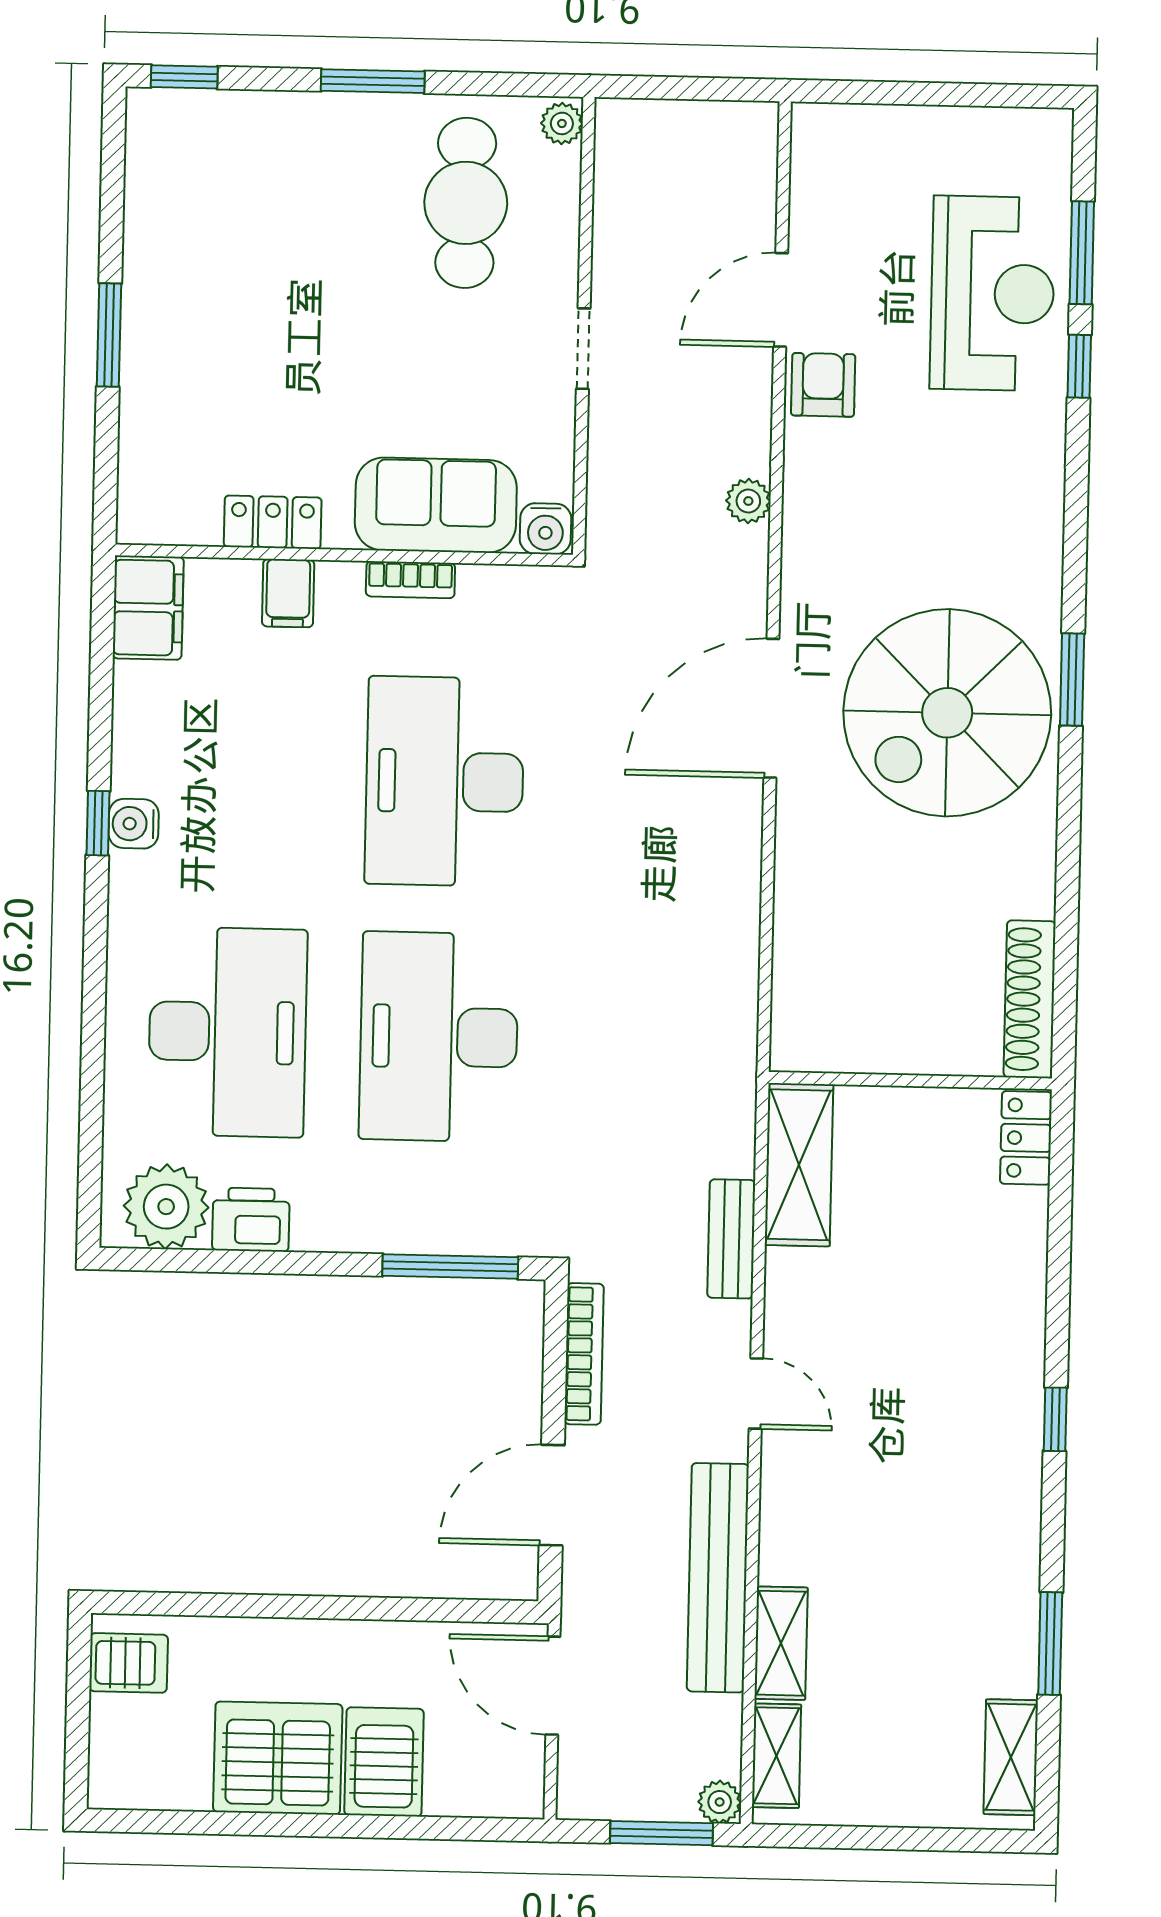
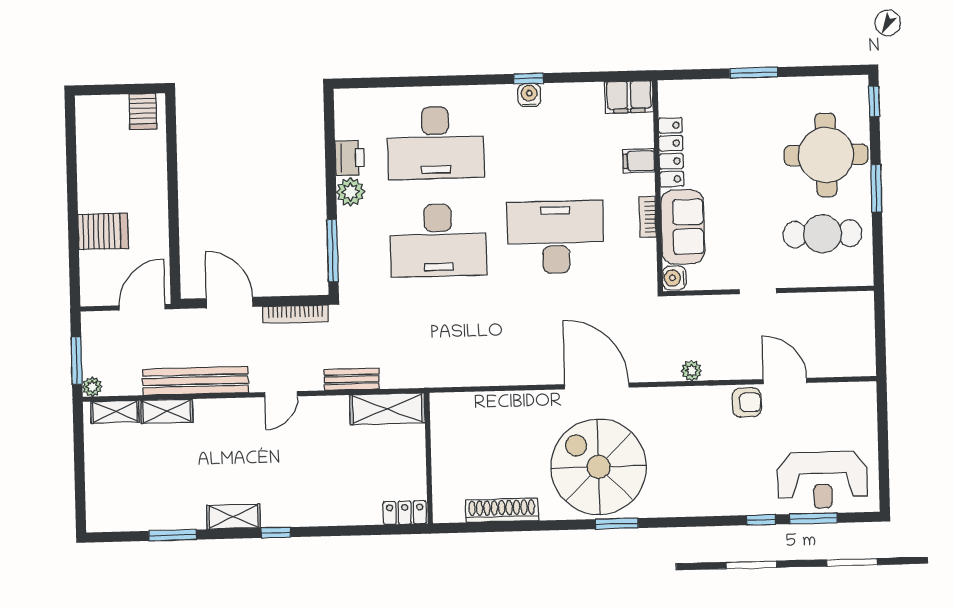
plant: (562, 123) -> (861, 276), removed
round table: (295, 187) -> (826, 155), added
reception desk: (992, 293) -> (823, 480), moved
locker: (273, 522) -> (671, 152), width x1.53
shoe rack: (1030, 999) -> (502, 510), moved
desk: (439, 1037) -> (438, 240), turned 180
plant: (166, 1207) -> (350, 192), moved, width x0.73, depth x0.73
shelving: (1011, 1757) -> (234, 517), moved
server rack: (278, 1758) -> (103, 182), removed

